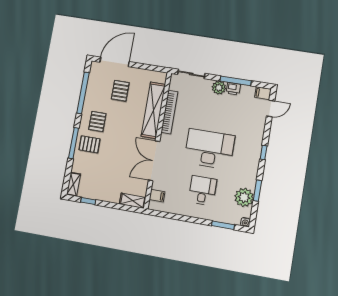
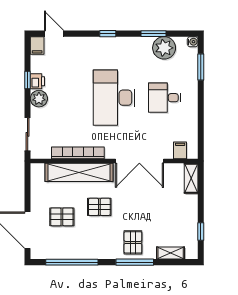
window: (236, 81) -> (28, 80), width x0.46
pallet: (97, 121) -> (99, 207), moved
shelving: (74, 184) -> (171, 253), moved

